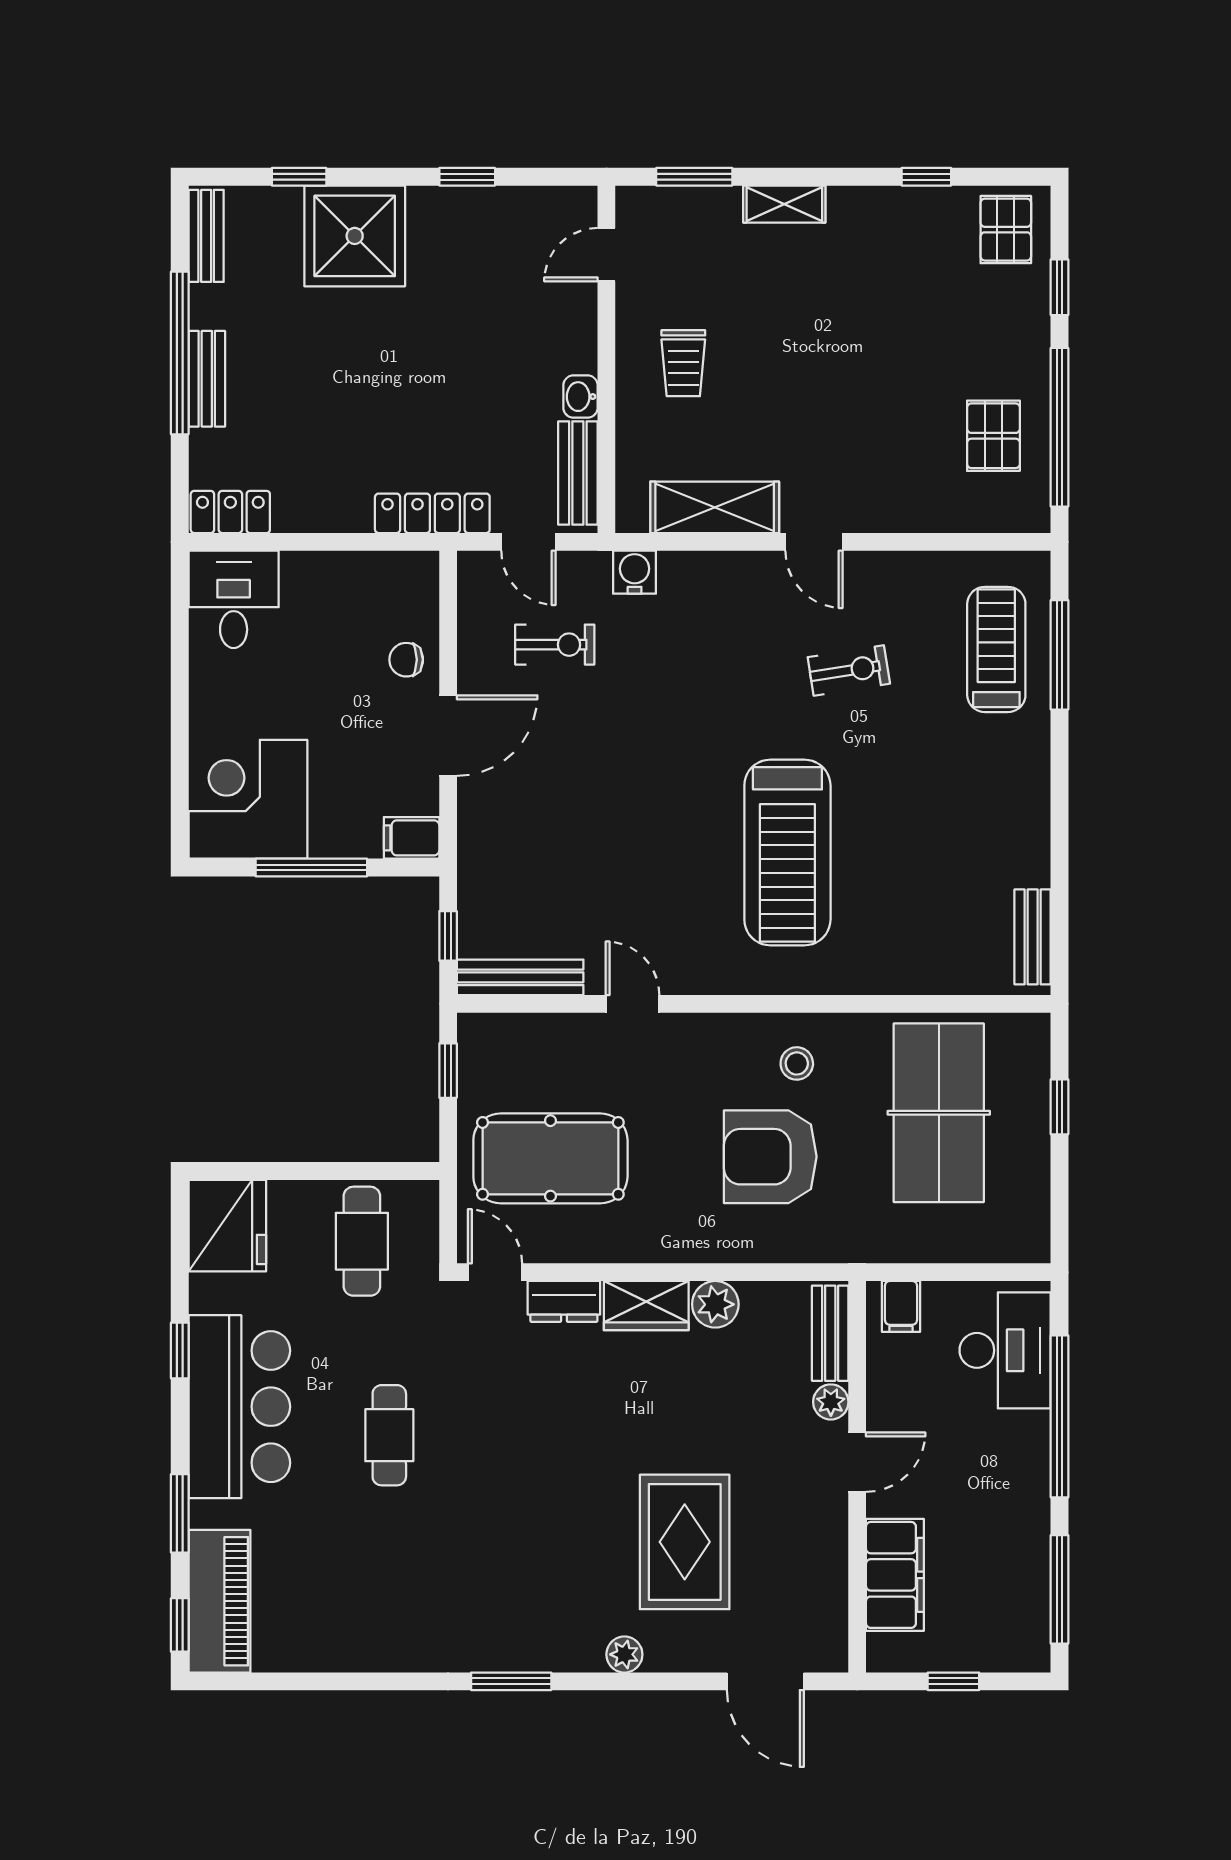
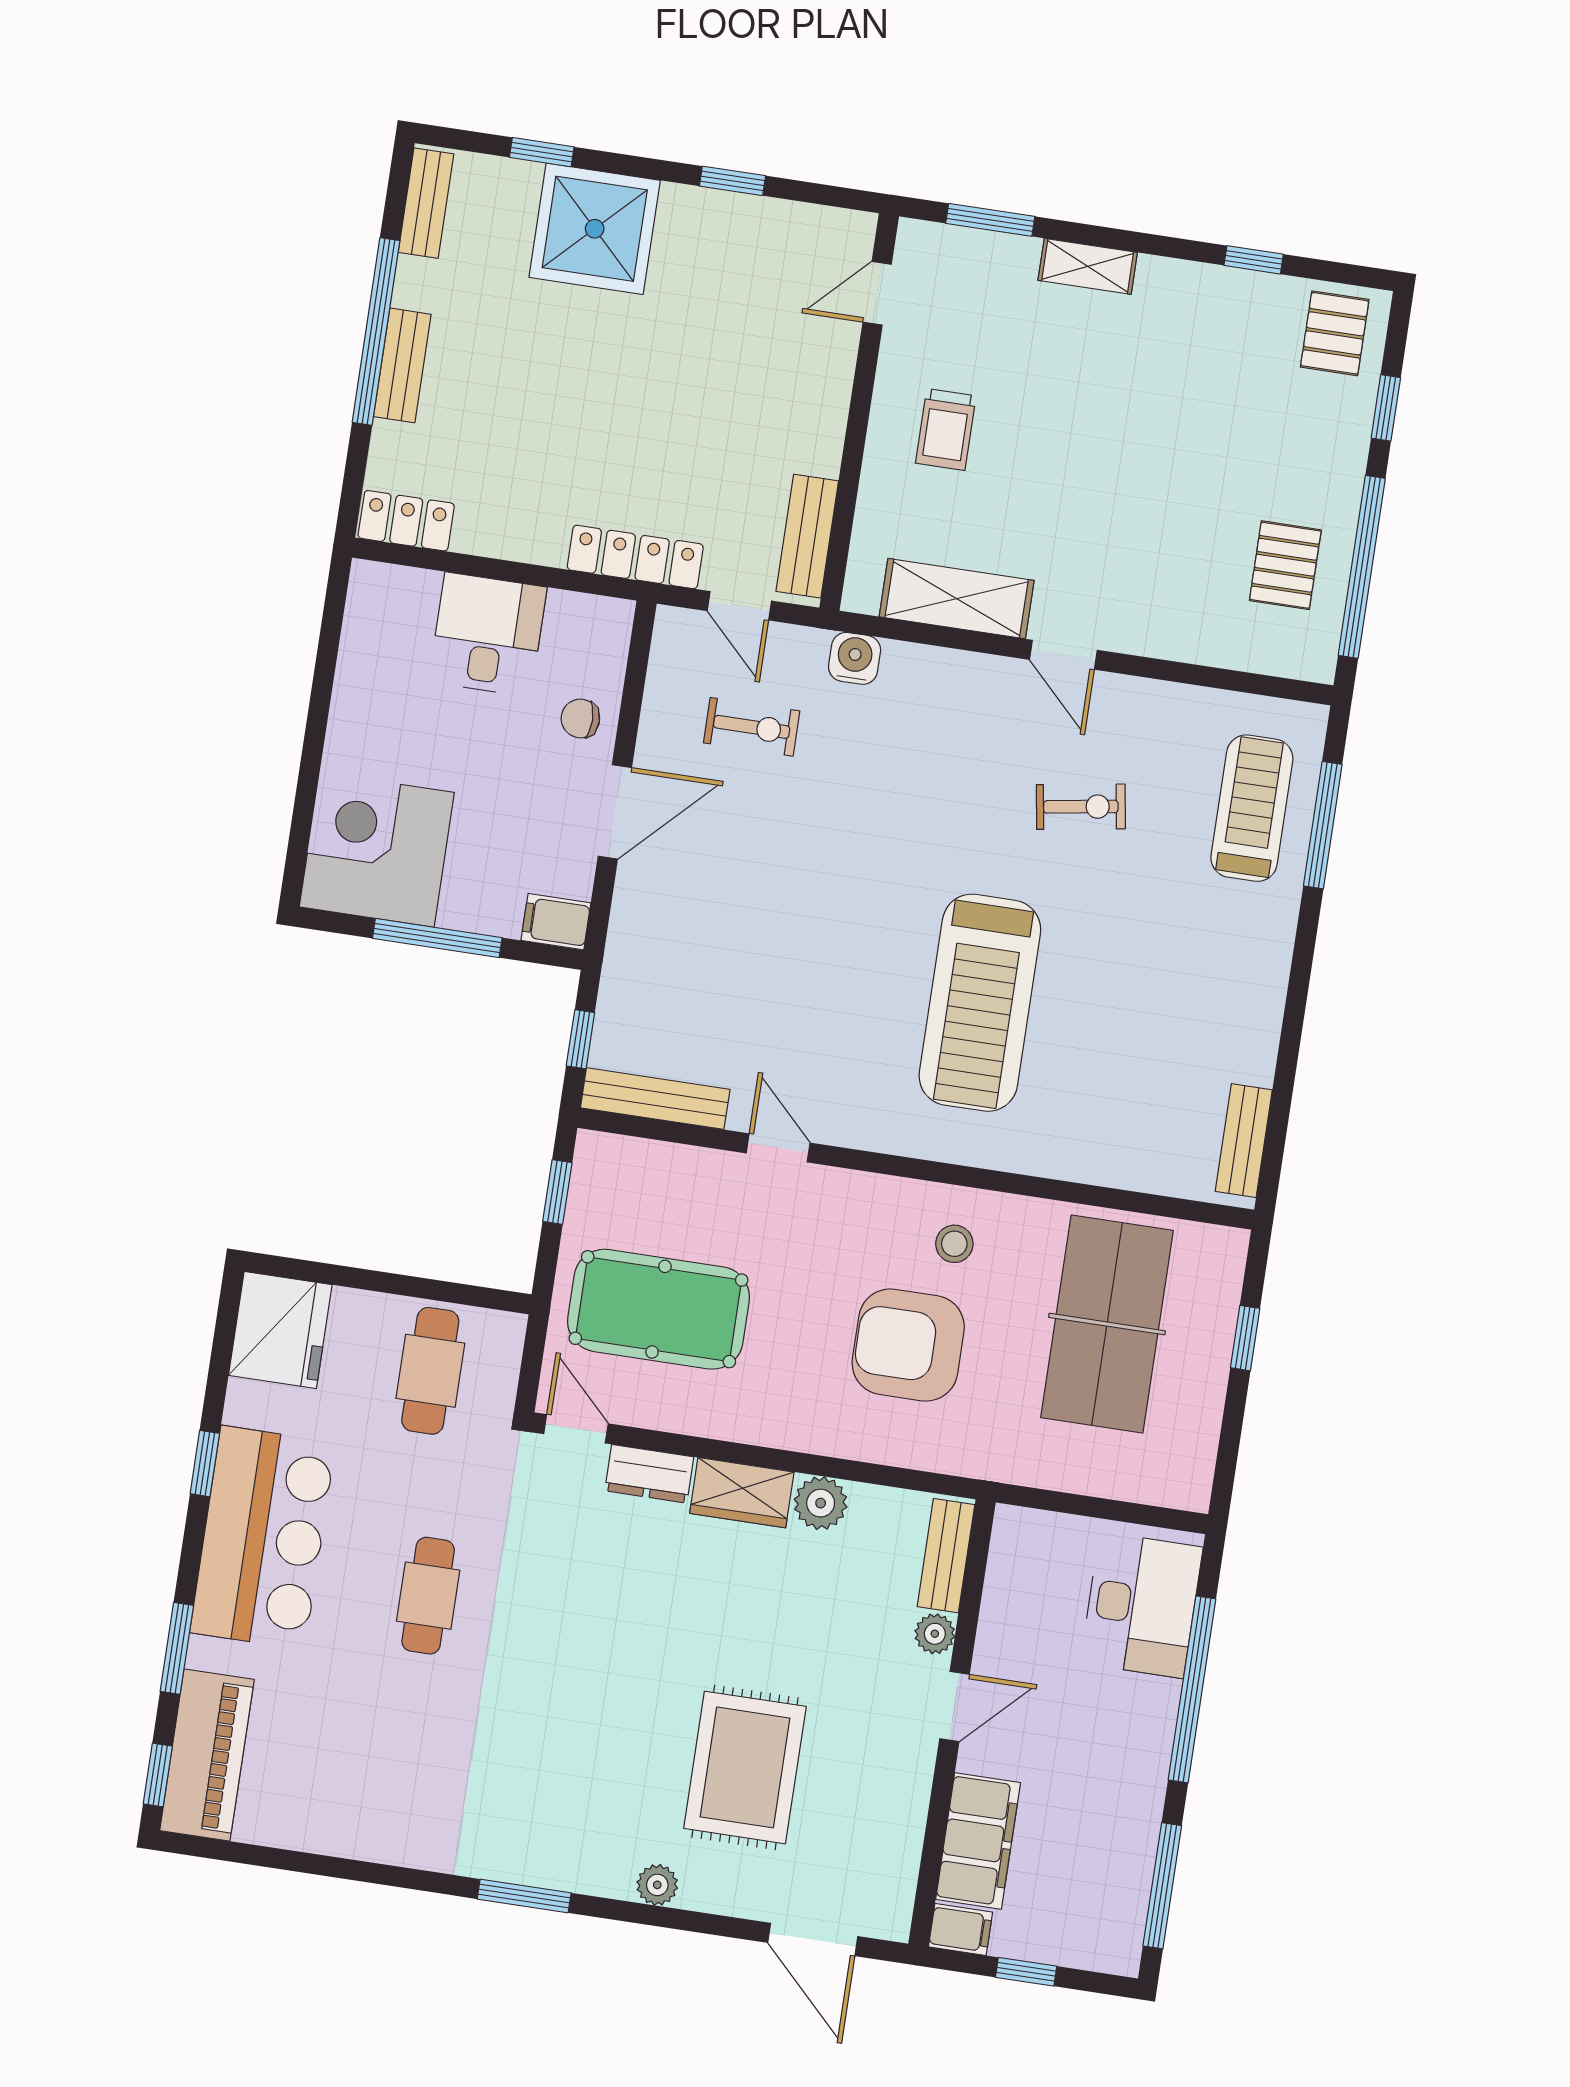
washbasin: (580, 397) -> (823, 450), removed
desk: (234, 599) -> (488, 634), moved
filing cabinet: (901, 1306) -> (961, 1930), moved, turned -90

